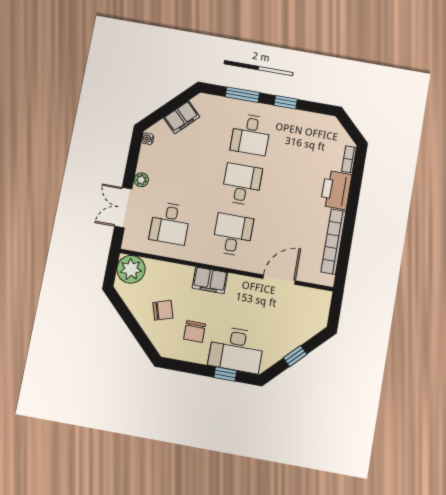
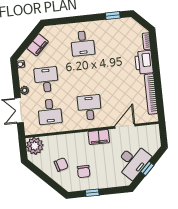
window: (242, 95) -> (70, 20), removed
window: (286, 102) -> (113, 16), moved
desk: (242, 184) -> (46, 80), moved
filing cabinet: (210, 280) -> (99, 137), moved
desk: (236, 350) -> (133, 161), moved, turned -45
window: (225, 374) -> (92, 193), moved

